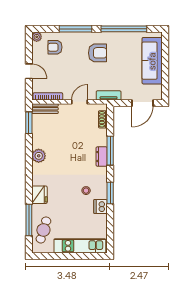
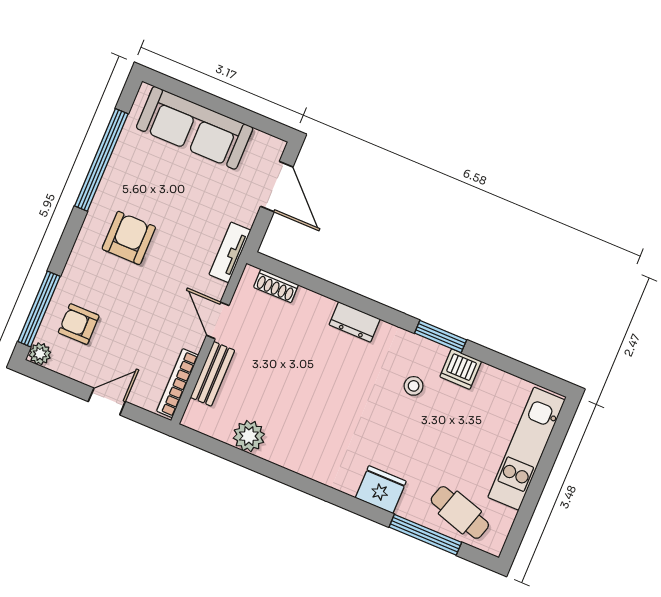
window: (75, 29) -> (39, 309), moved
armchair: (55, 47) -> (79, 324), turned 90
bench: (45, 109) -> (212, 374), moved
window: (29, 123) -> (217, 448), removed
window: (110, 151) -> (350, 299), removed
plant: (39, 156) -> (249, 436), moved

